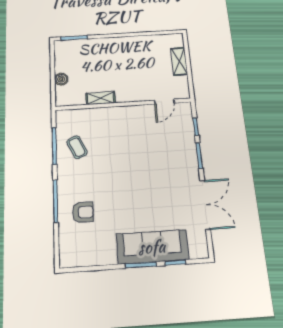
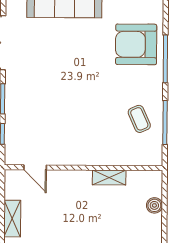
door: (164, 102) -> (35, 167), swing flipped
armchair: (83, 212) -> (136, 44), width x1.88, depth x1.88

